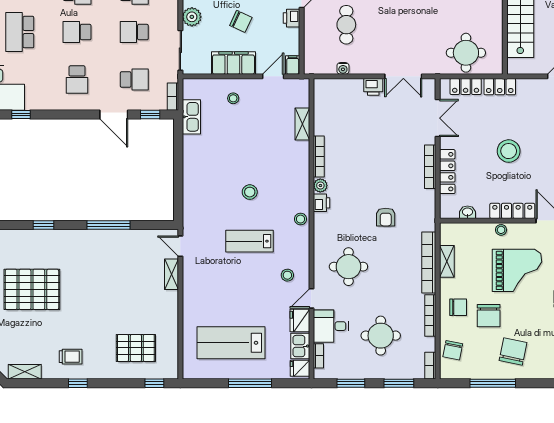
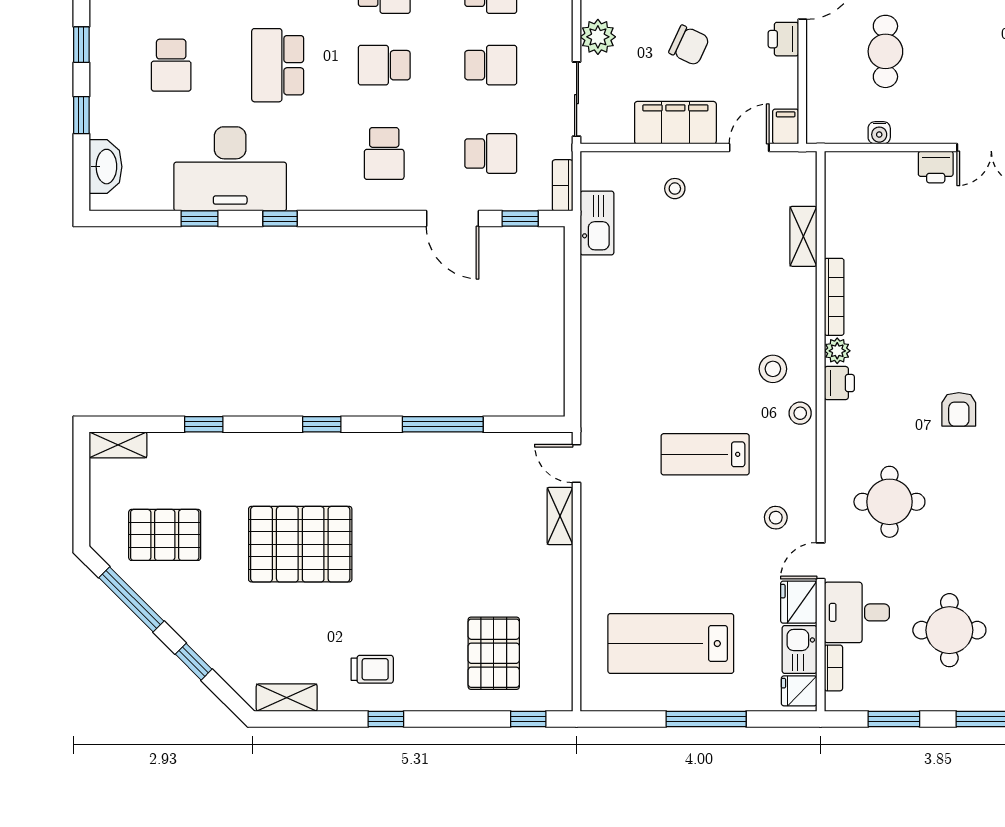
school desk: (134, 32) -> (491, 65), turned 180
stool: (250, 192) -> (773, 369), moved
pallet: (136, 348) -> (494, 653), turned 90

